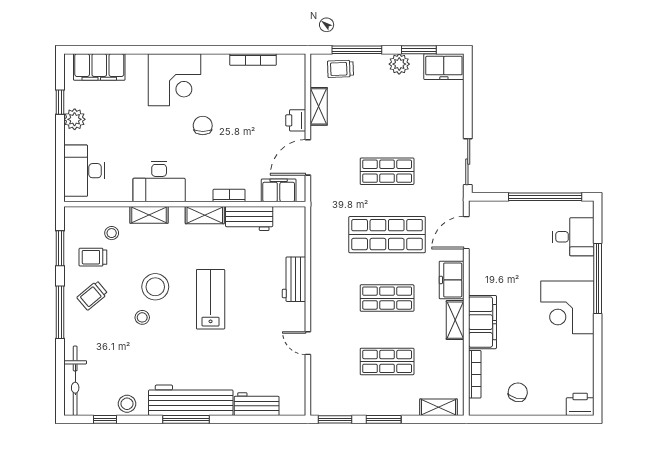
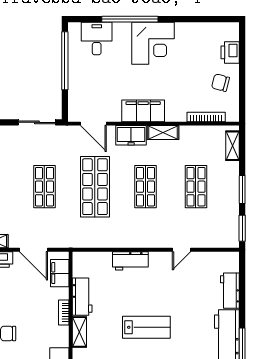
lab bench: (211, 299) -> (146, 327), turned 180
filing cabinet: (482, 322) -> (143, 111), moved
printer: (580, 404) -> (230, 52), moved

